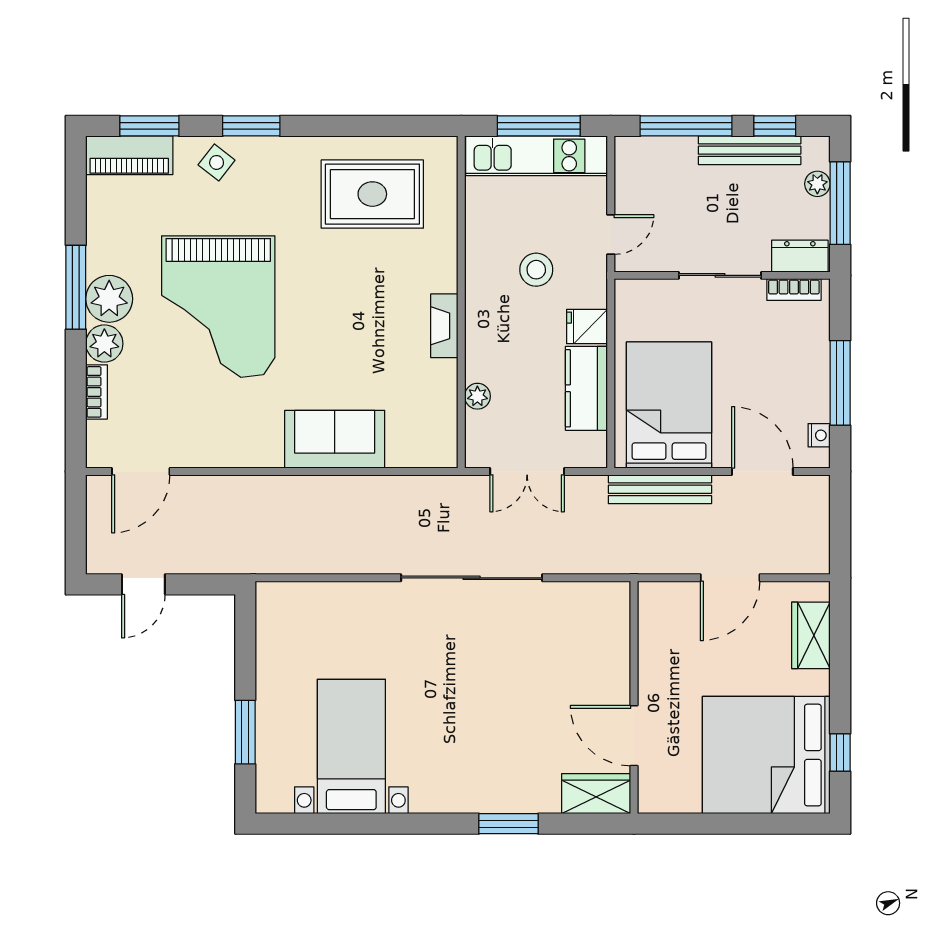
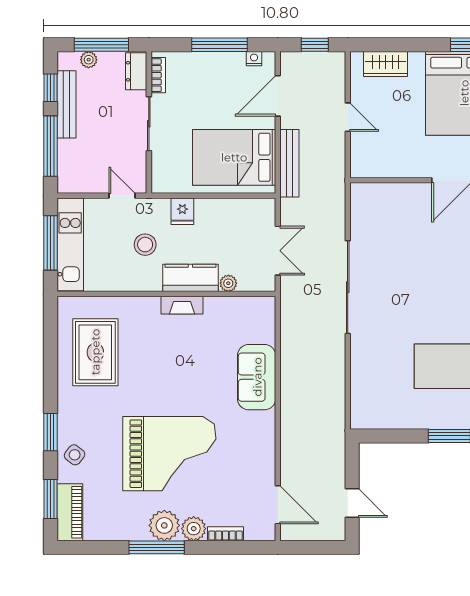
kitchen counter: (586, 388) -> (190, 278), moved, turned 180
window: (840, 528) -> (315, 45), added
door: (730, 578) -> (348, 117), width x0.73

